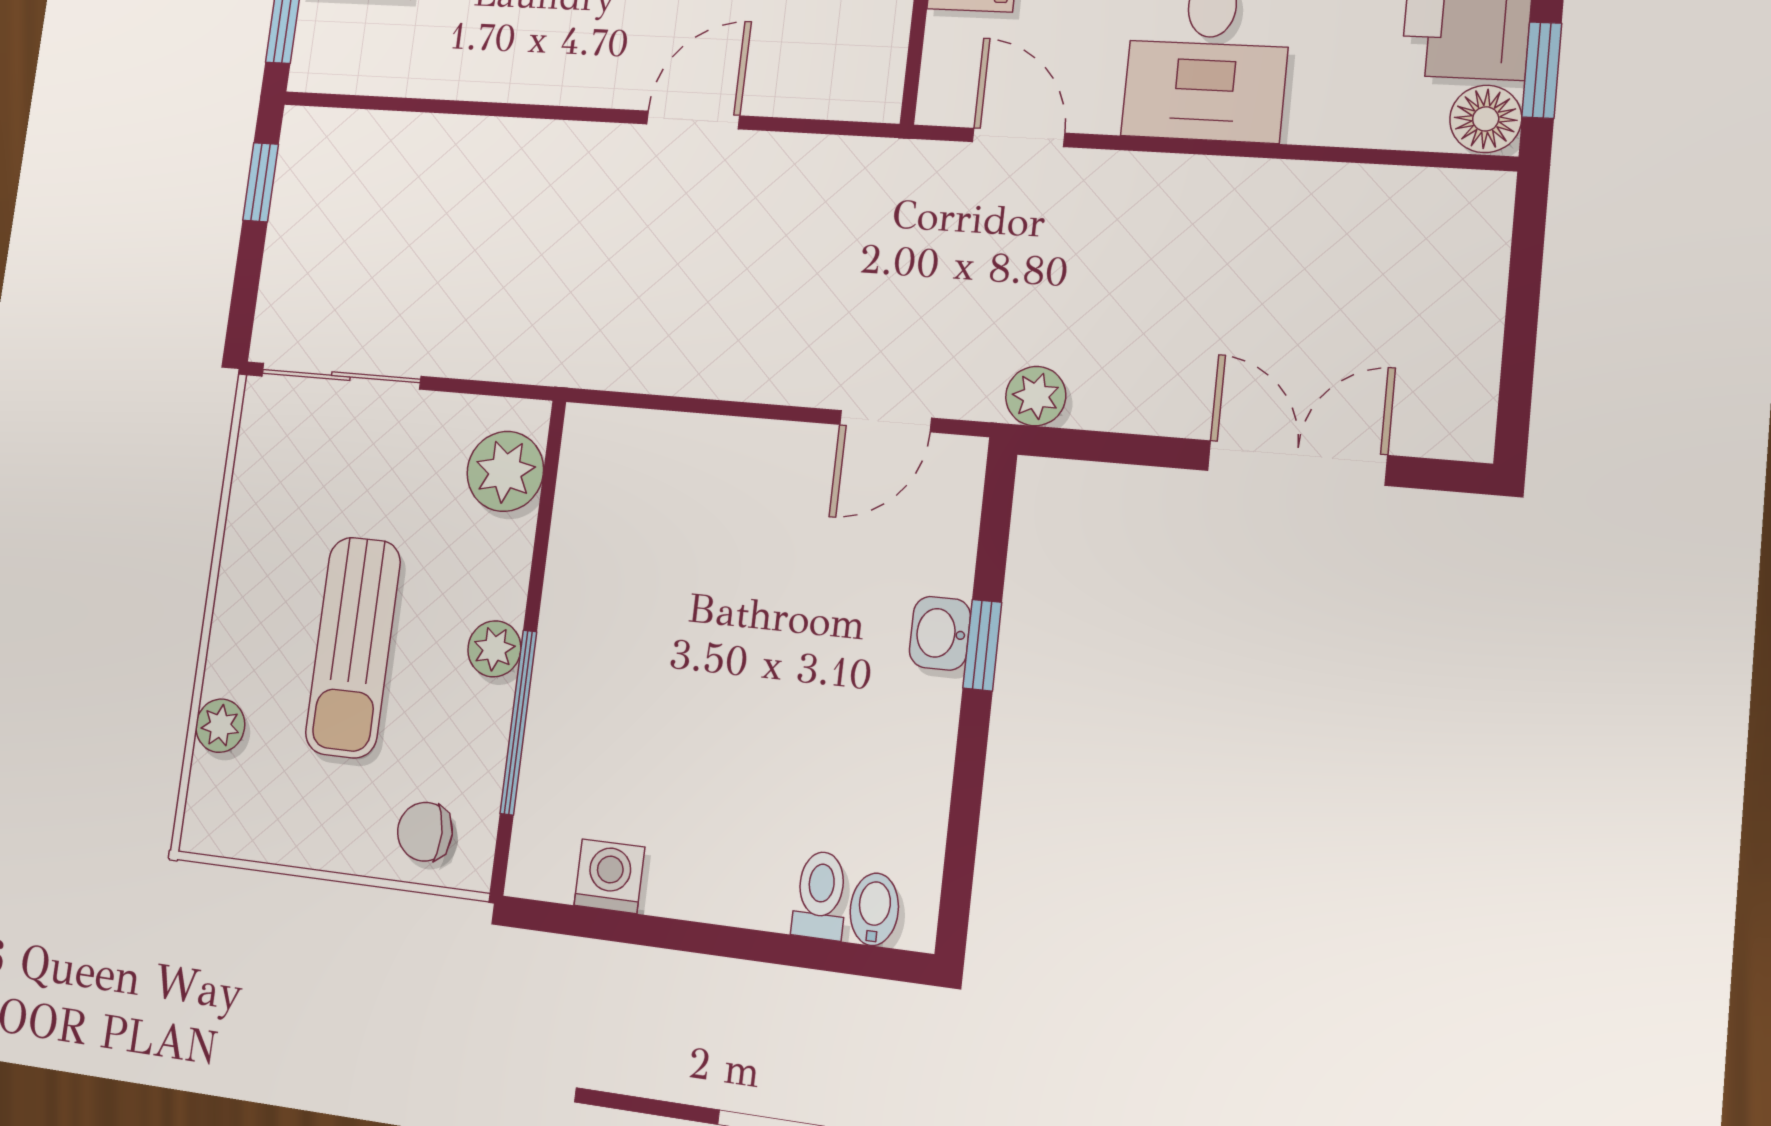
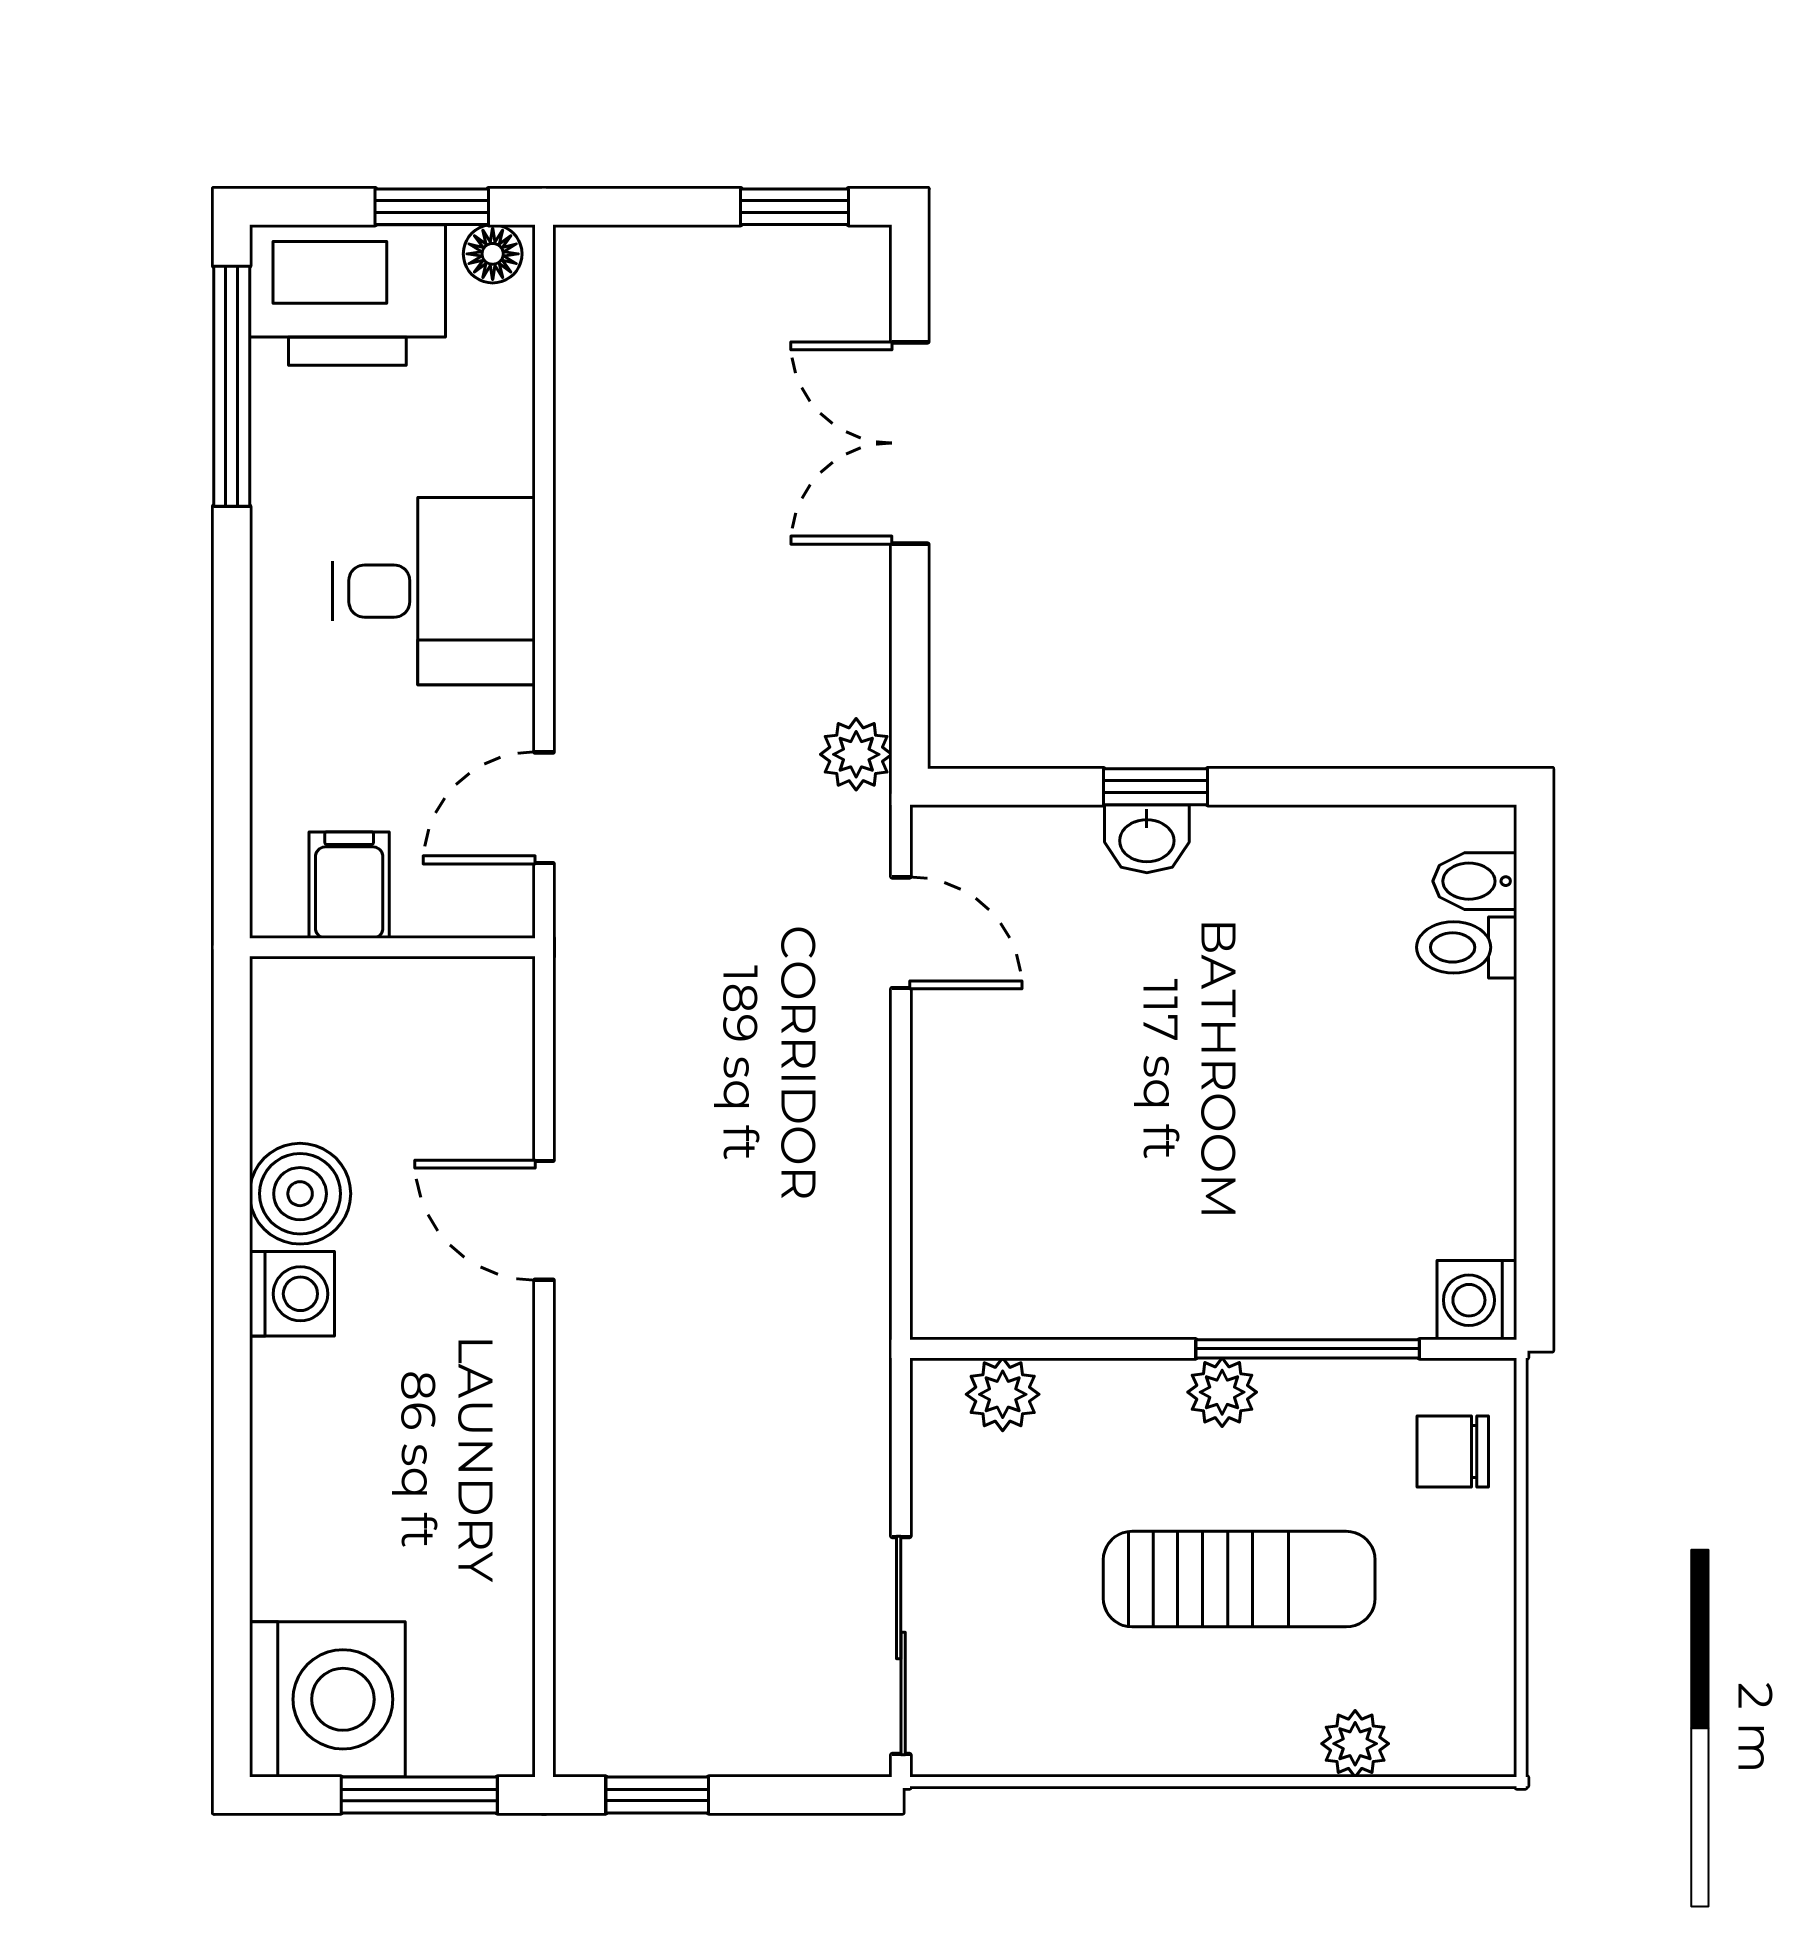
floor lamp: (1486, 119) -> (493, 254), width x0.73, depth x0.73
window: (1517, 380) -> (795, 207), added
plant: (505, 471) -> (1003, 1394), width x0.73, depth x0.73
chair: (425, 832) -> (1453, 1452), turned 92
washing machine: (609, 876) -> (1477, 1300), moved

